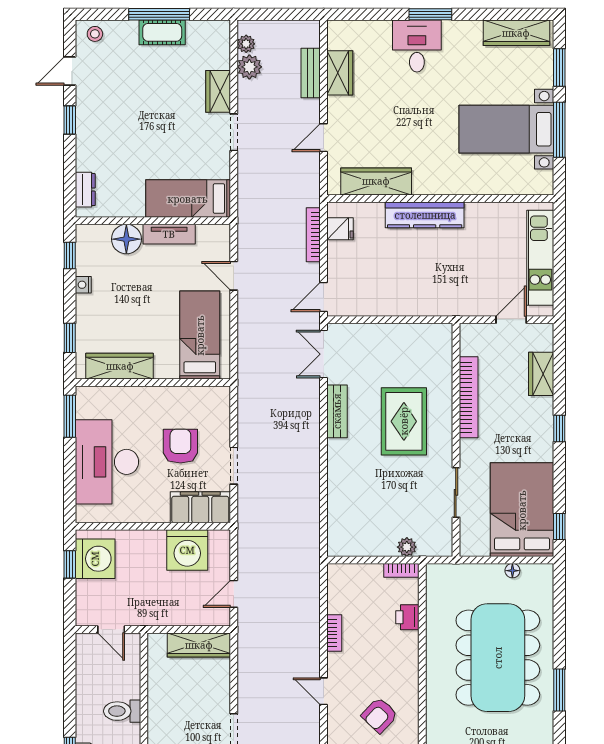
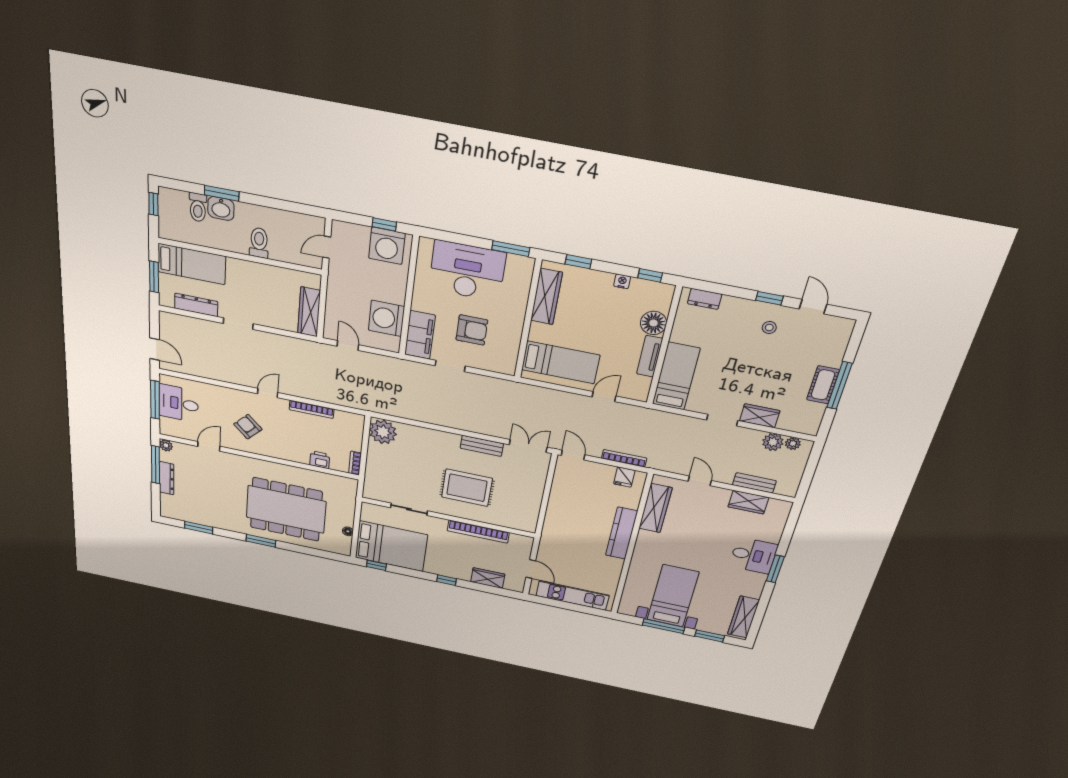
stool: (95, 34) -> (769, 327), moved
plant: (407, 547) -> (383, 432), moved, width x1.88, depth x1.88
bookcase: (334, 633) -> (312, 409), width x1.56

